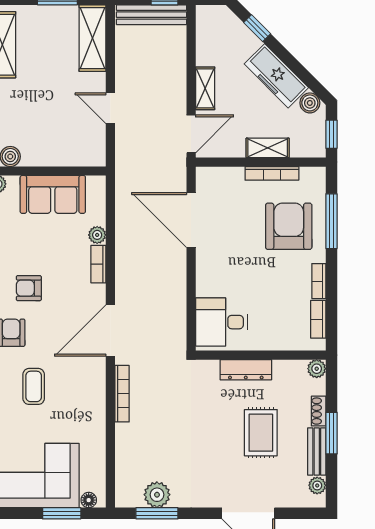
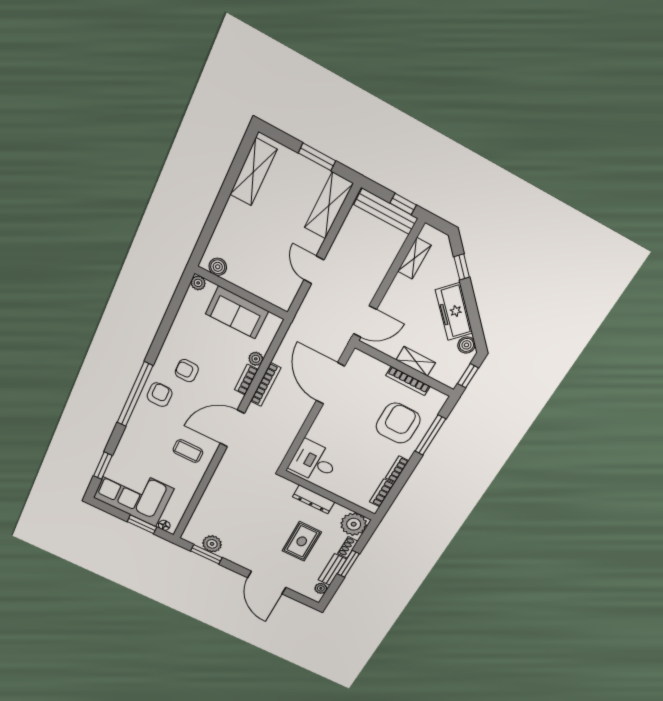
shelving: (205, 88) -> (414, 258), moved
plant: (317, 369) -> (354, 524), width x1.88, depth x1.88
coffee table: (34, 386) -> (188, 451), moved, turned 90
bookcase: (122, 394) -> (266, 385), moved

